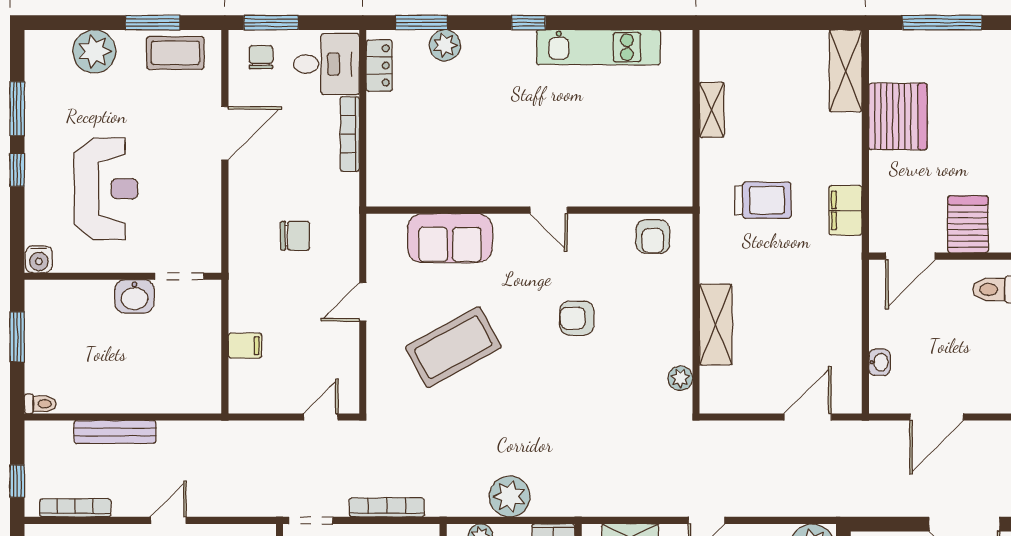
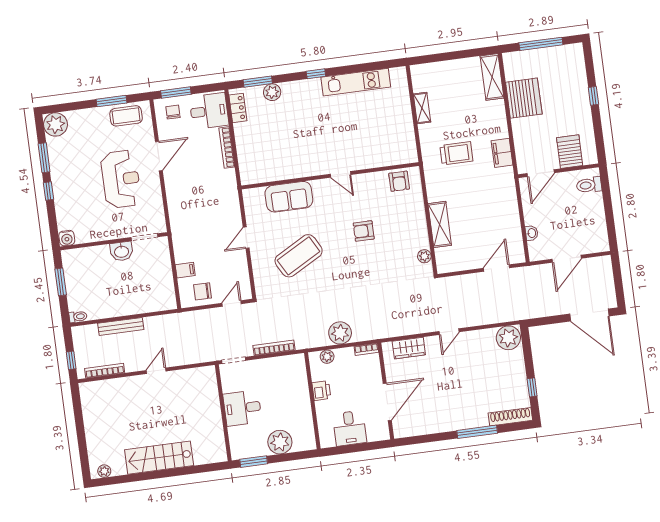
plant: (94, 51) -> (56, 124), moved
reception desk: (106, 189) -> (121, 179), moved
chair: (295, 236) -> (202, 291), moved, turned 180

